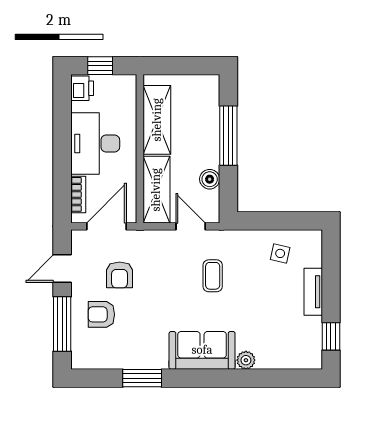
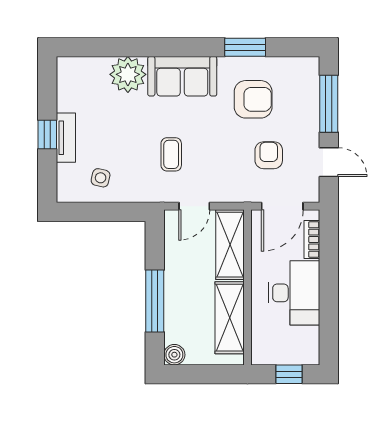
printer: (82, 88) -> (308, 351), removed
boiler: (210, 179) -> (174, 355), moved
door: (191, 226) -> (194, 206), hinge flipped
door: (62, 268) -> (329, 162), hinge flipped
armchair: (101, 314) -> (253, 99), moved, width x1.38, depth x1.38
window: (331, 336) -> (47, 135), moved
plant: (246, 360) -> (128, 74), width x1.88, depth x1.88

